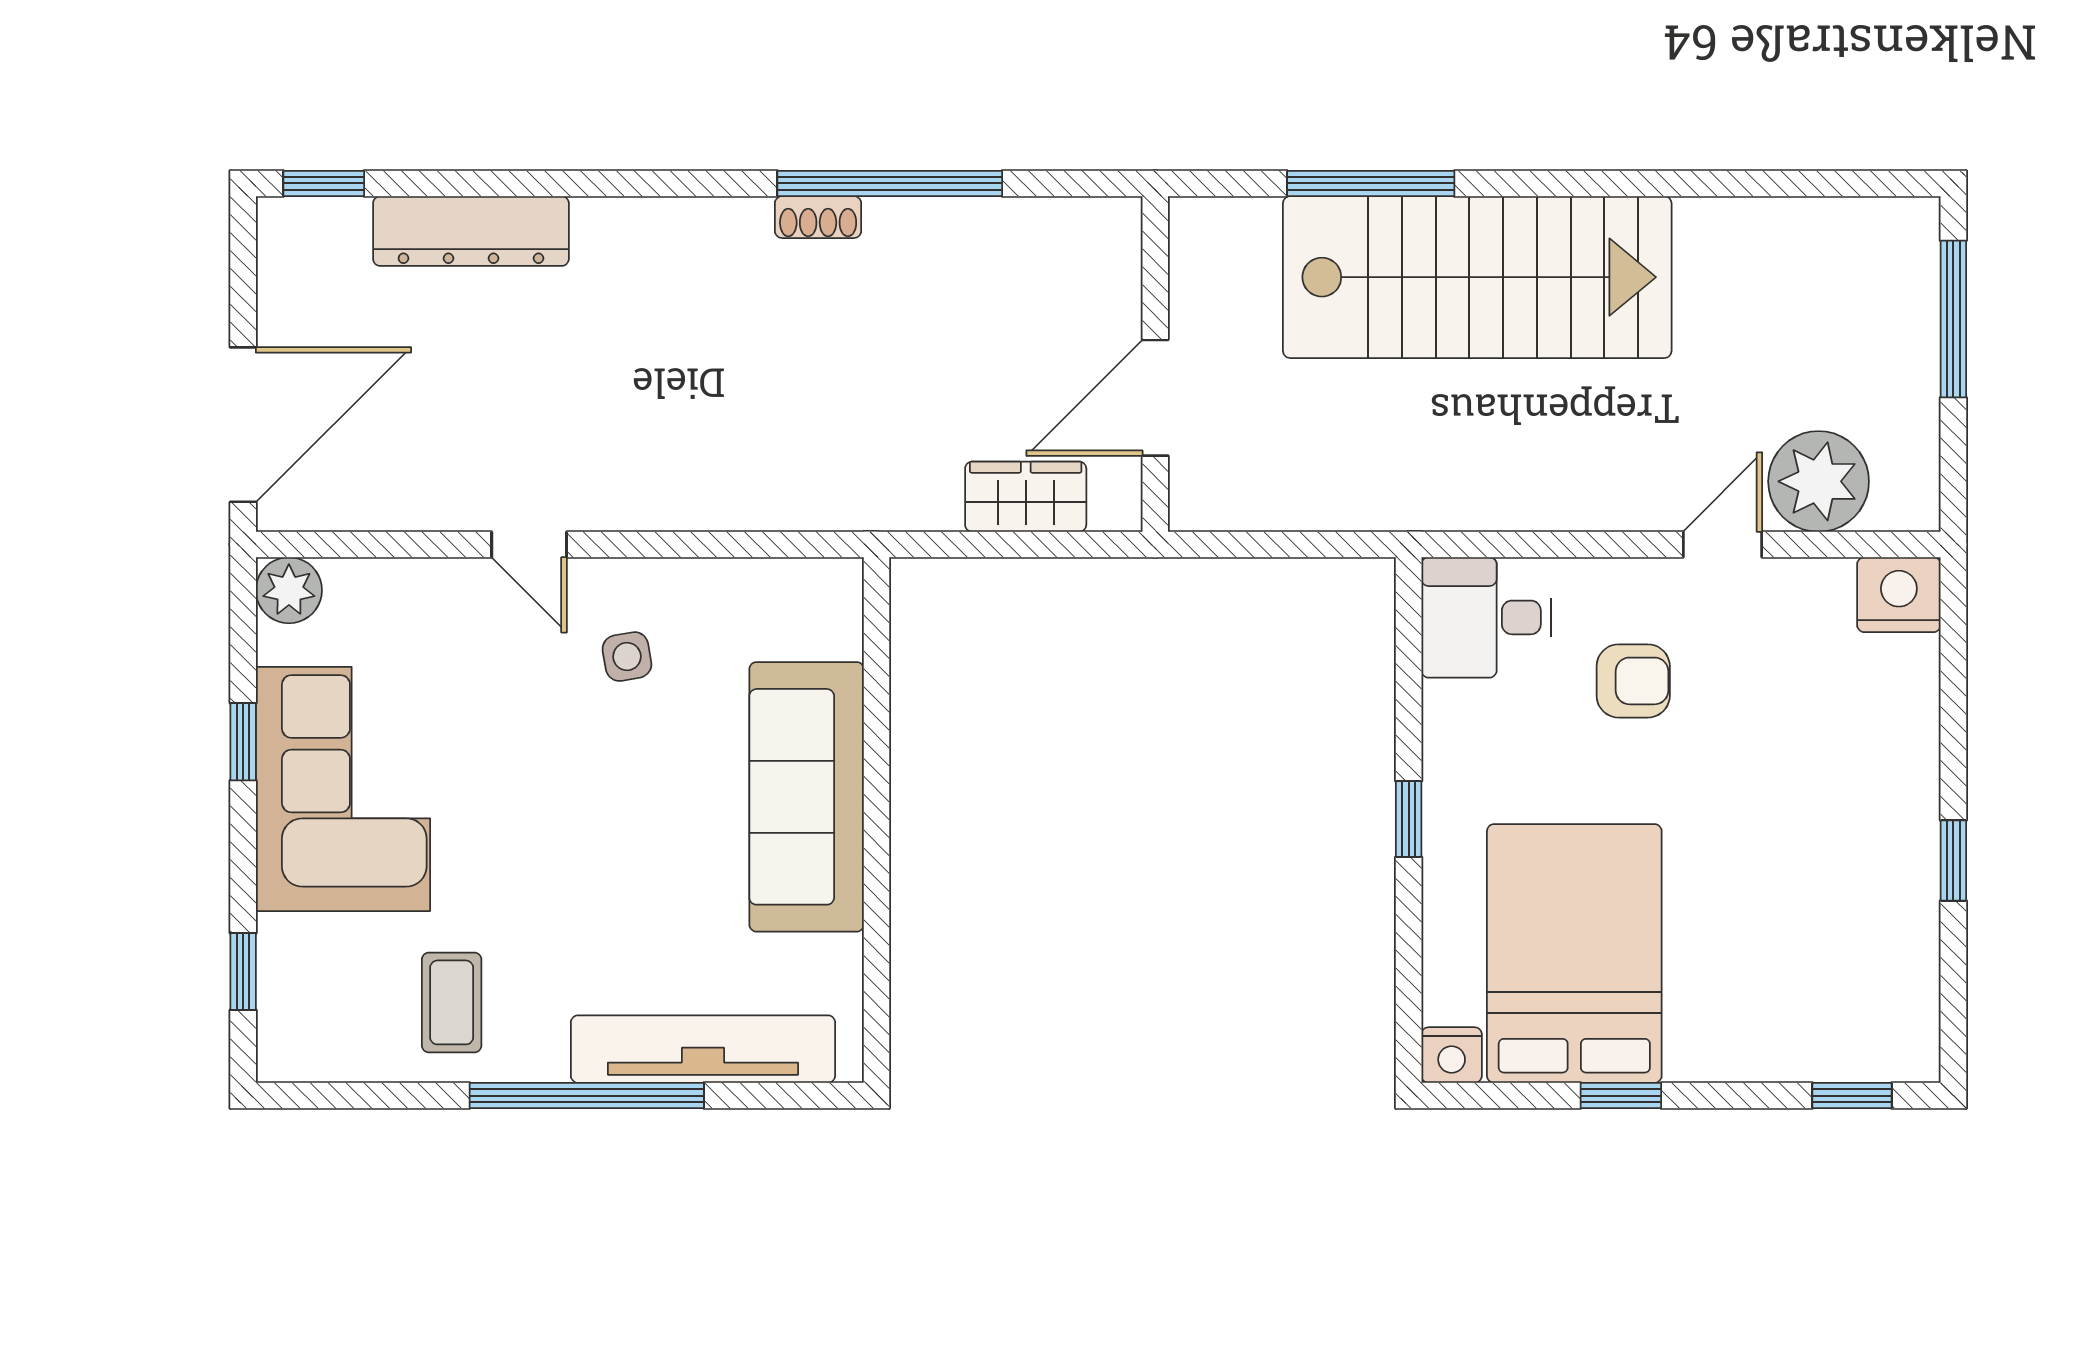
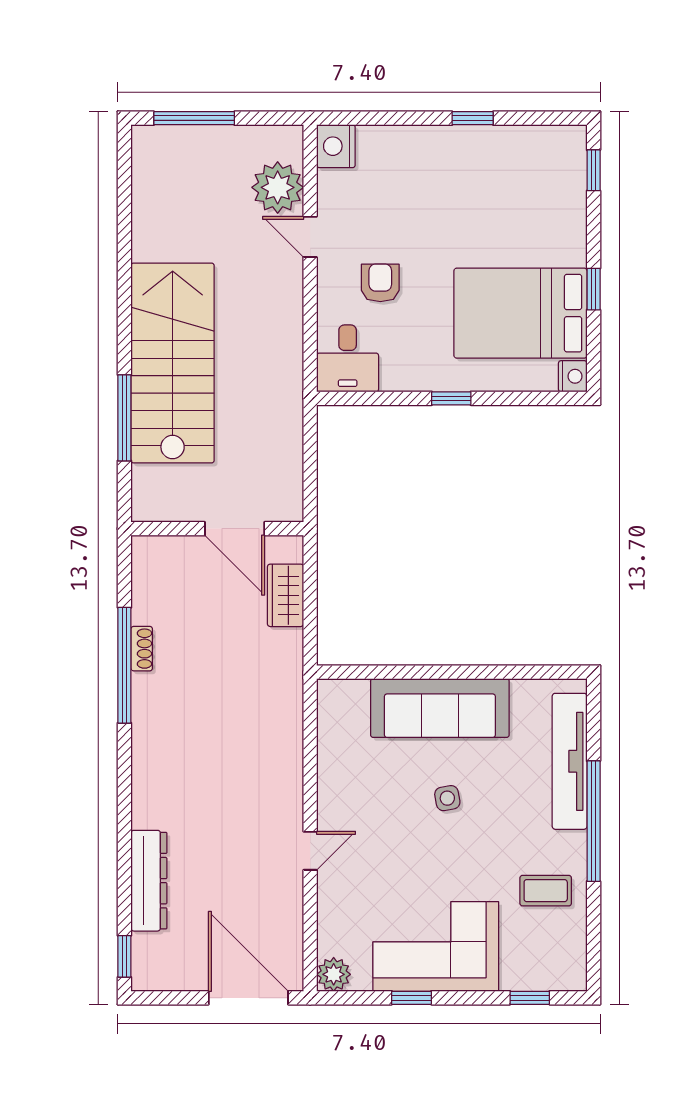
shoe rack: (818, 217) -> (142, 649), moved
side table: (627, 657) -> (447, 798), moved

